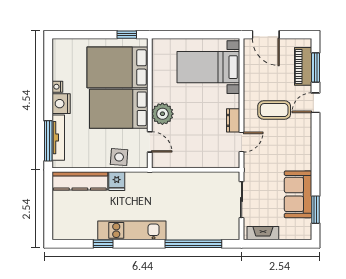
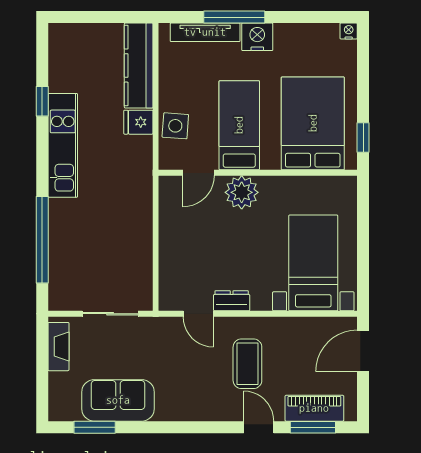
nightstand: (57, 87) -> (349, 31), moved
bed: (119, 109) -> (239, 125), width x0.67
window: (48, 141) -> (234, 17), moved

